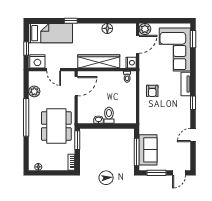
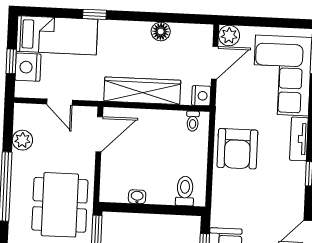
nightstand: (37, 61) -> (28, 67), moved, turned 90
armchair: (152, 91) -> (237, 149), width x1.88, depth x1.88
toilet: (109, 115) -> (185, 191), moved

